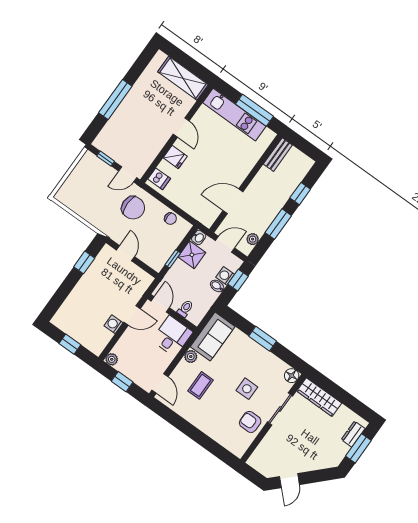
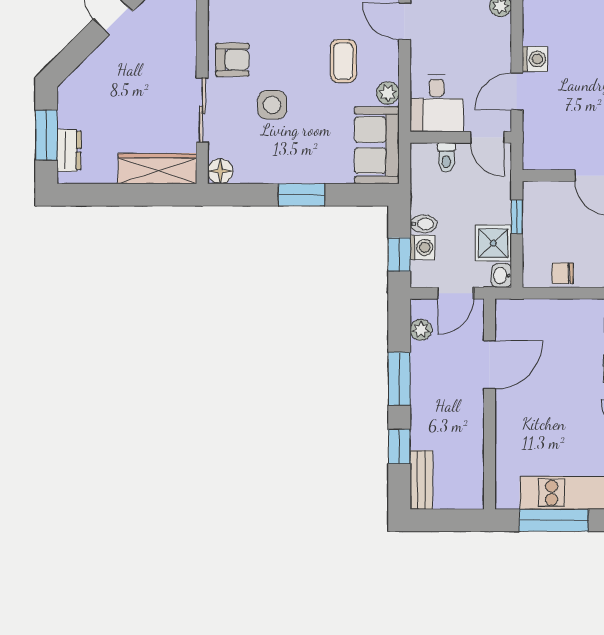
bench: (278, 155) -> (421, 480), moved

